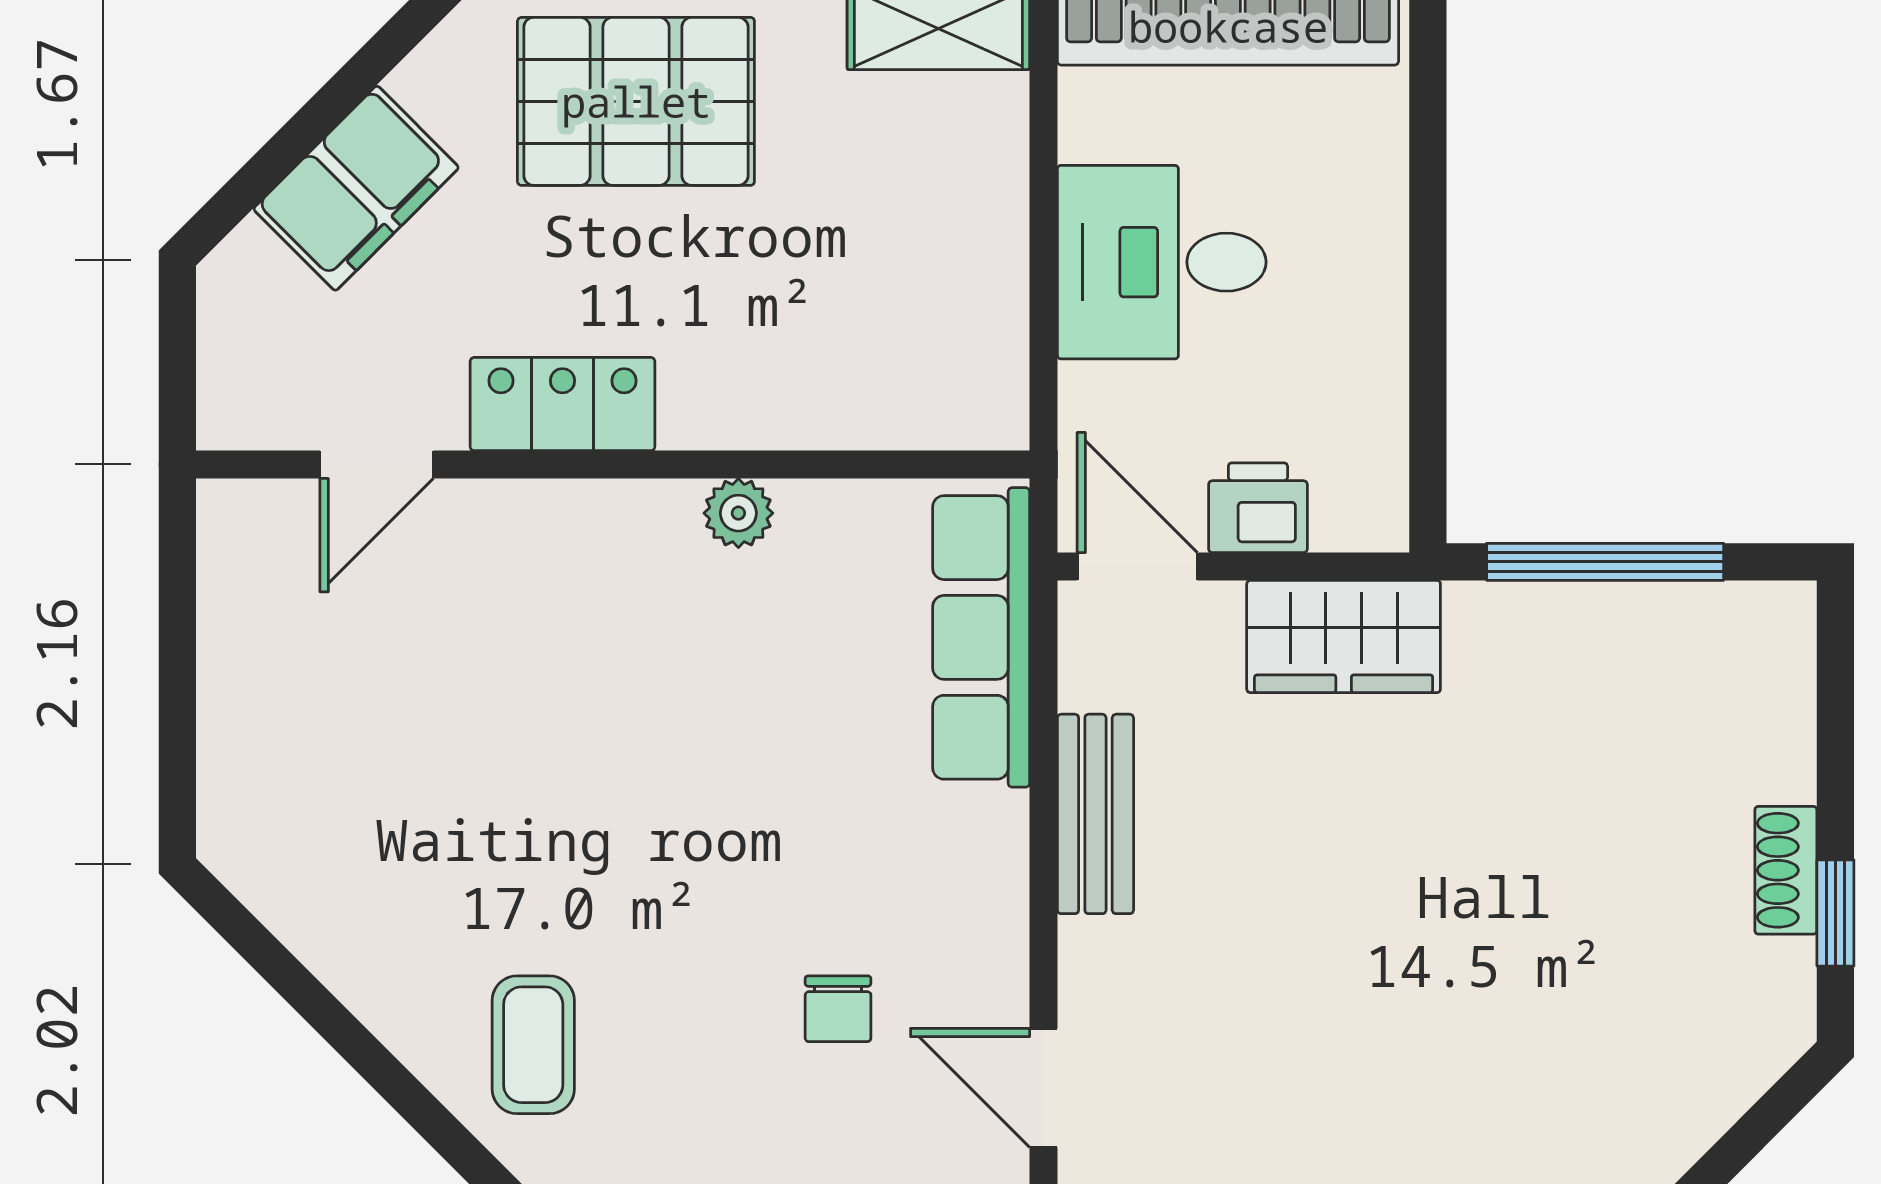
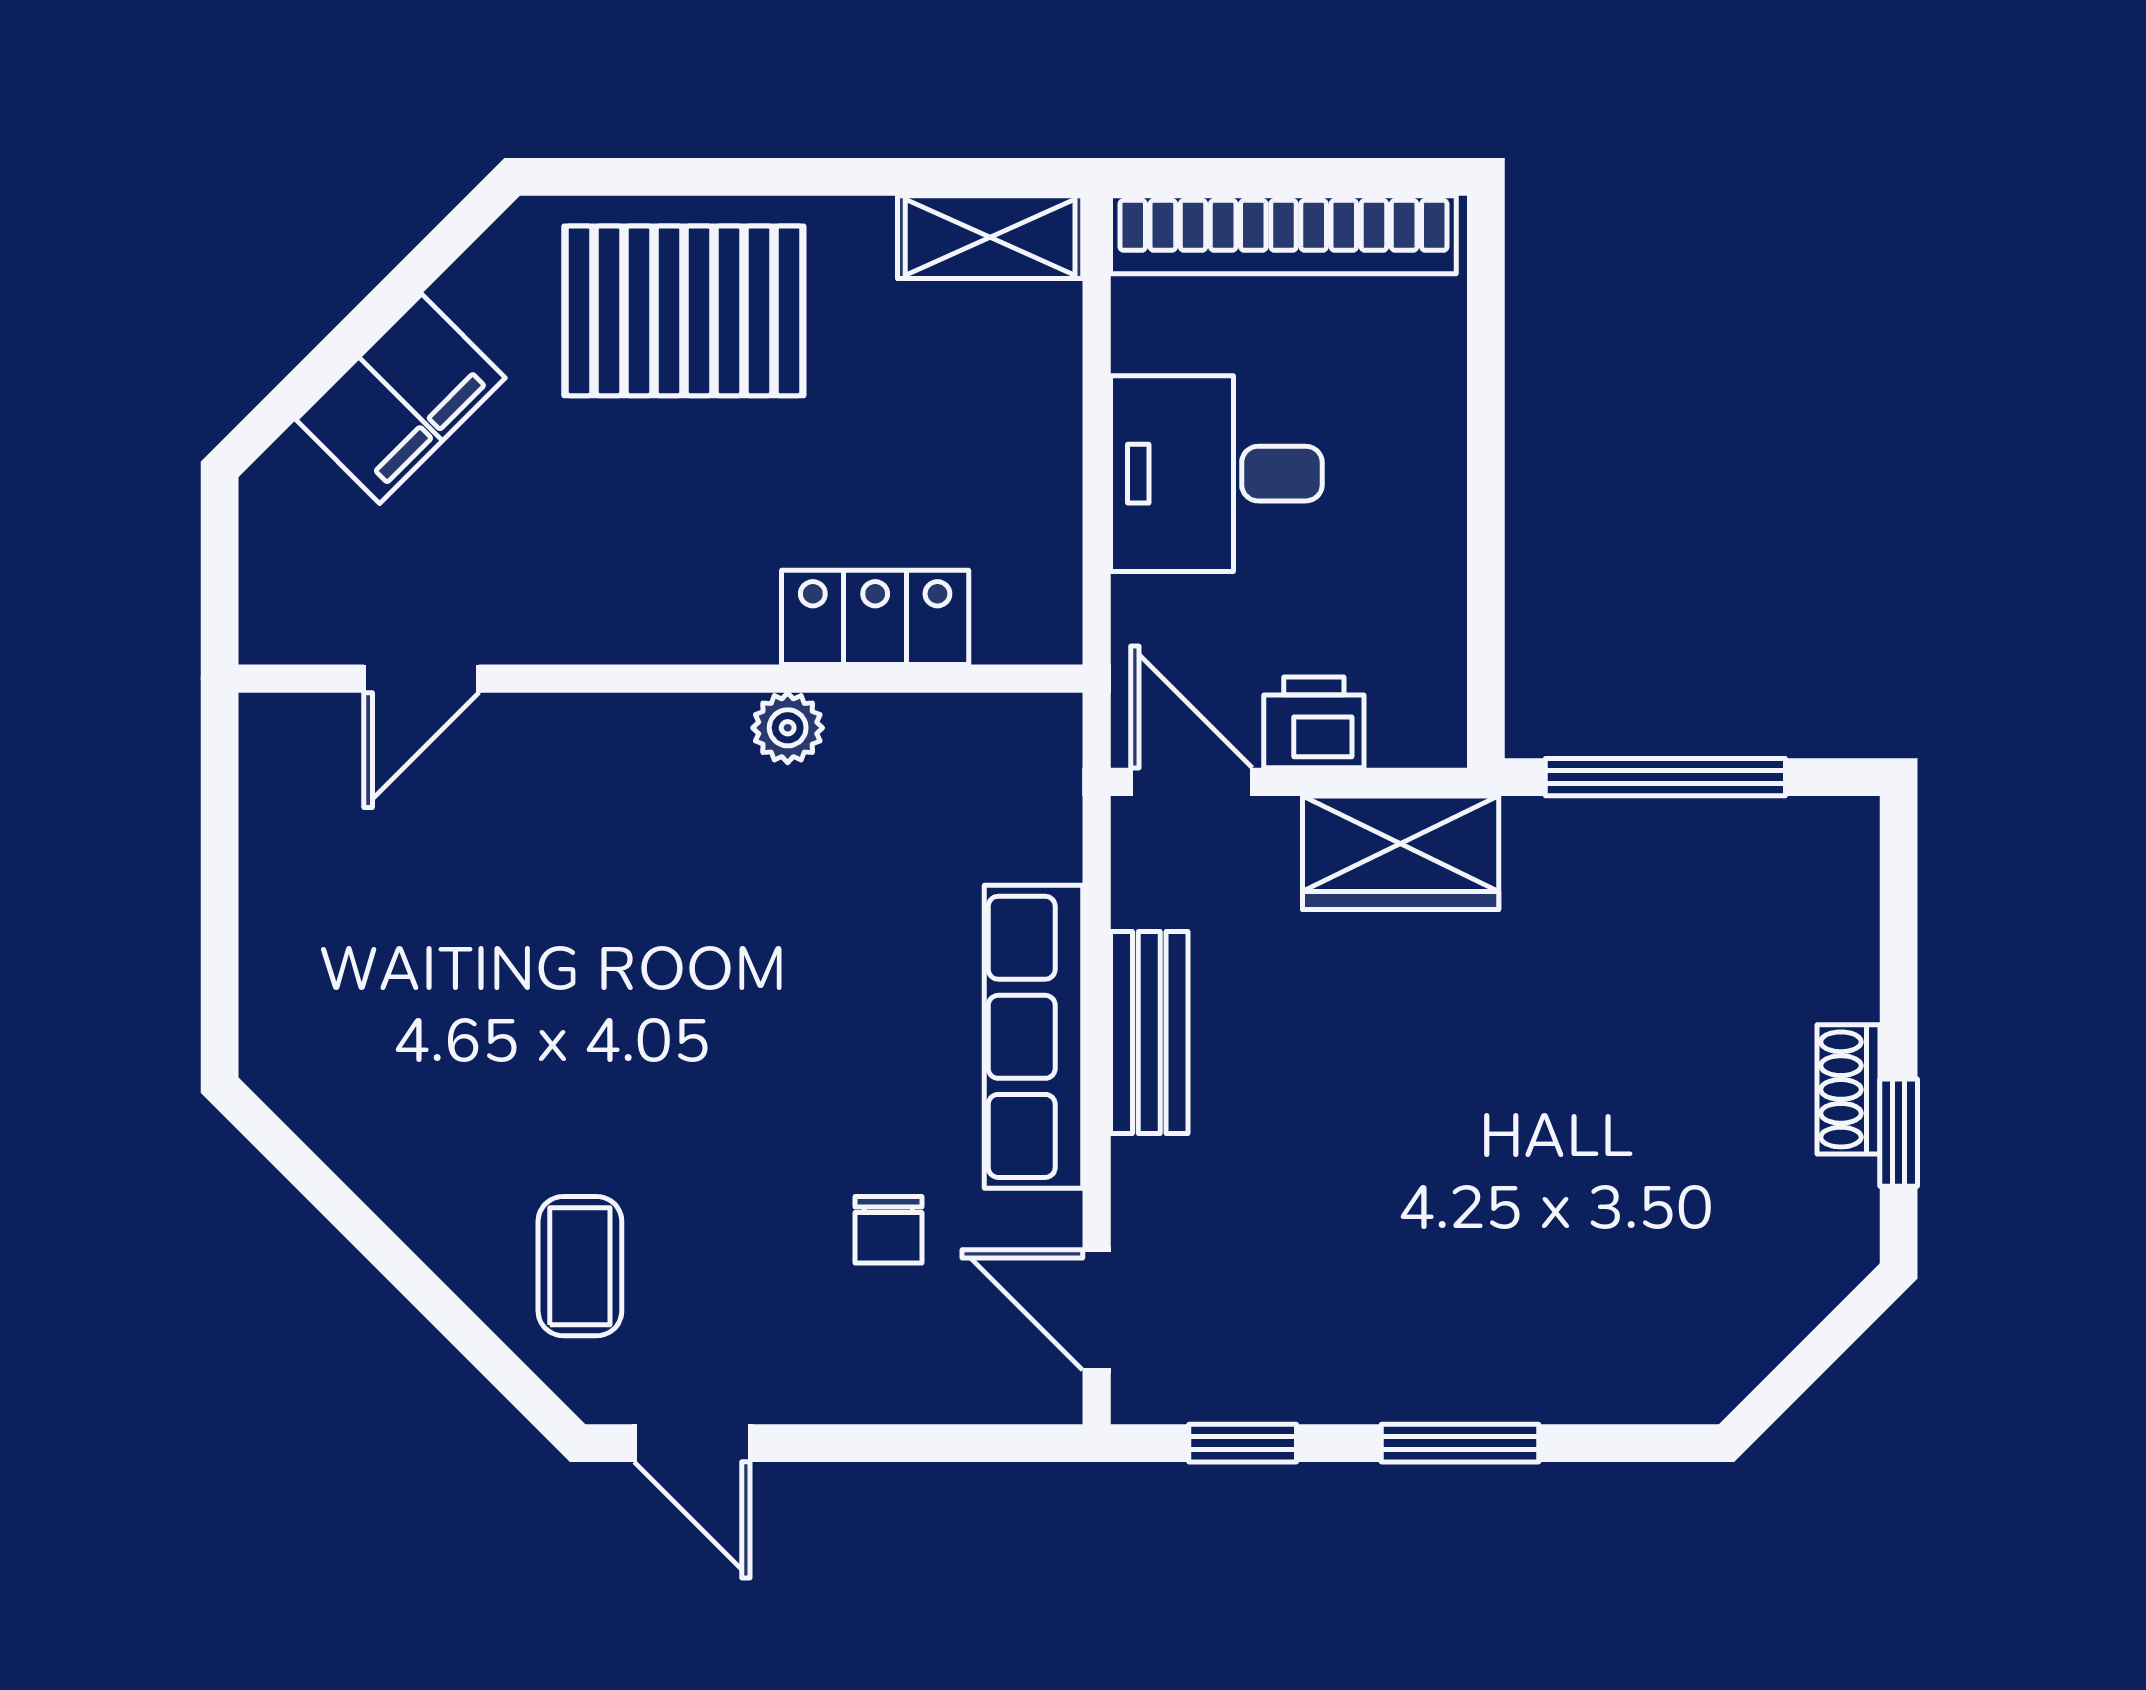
locker: (562, 404) -> (875, 617), moved
row of seats: (981, 637) -> (1033, 1037), moved

